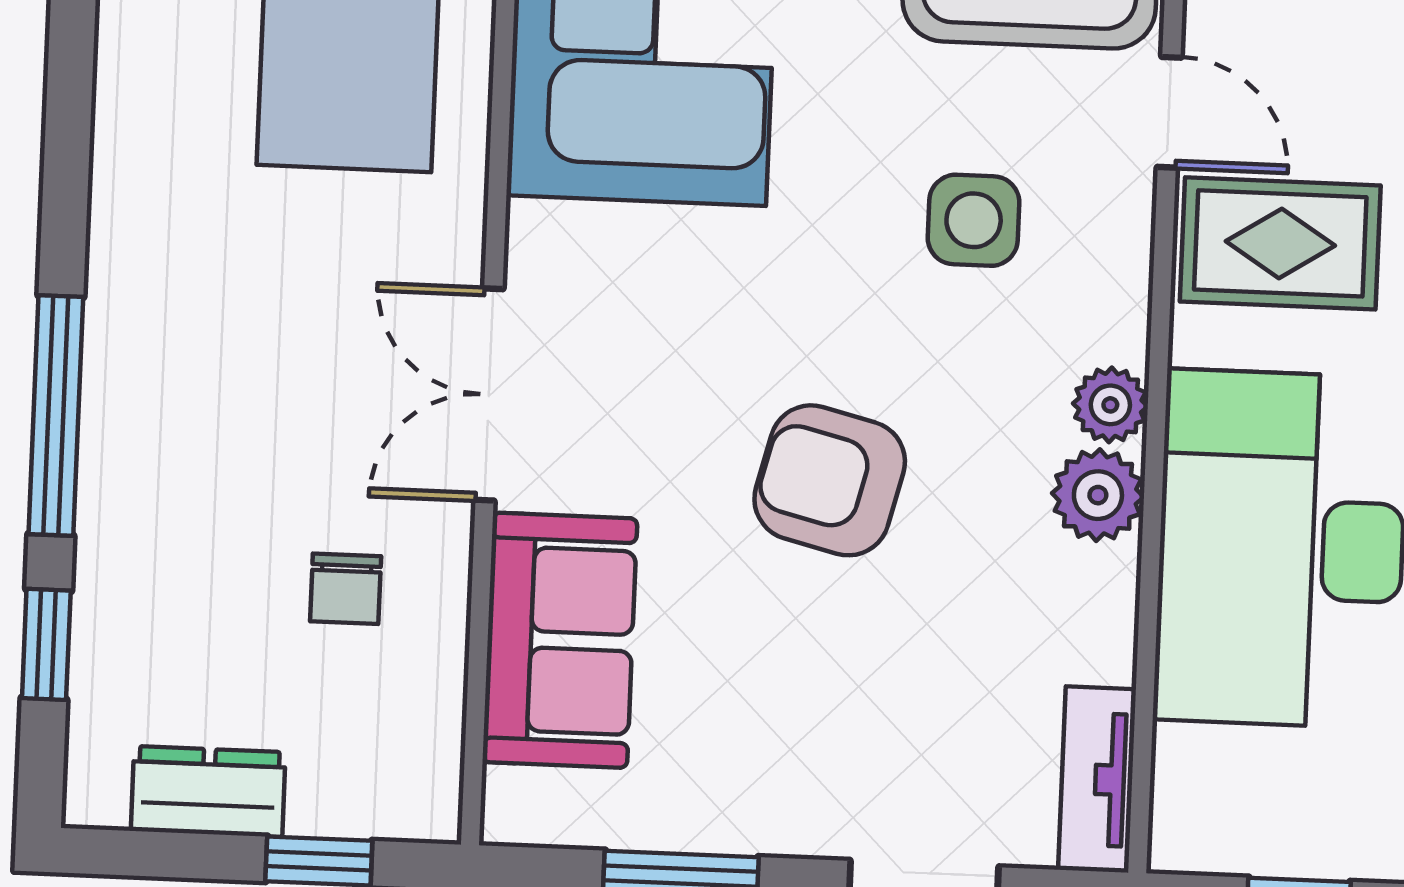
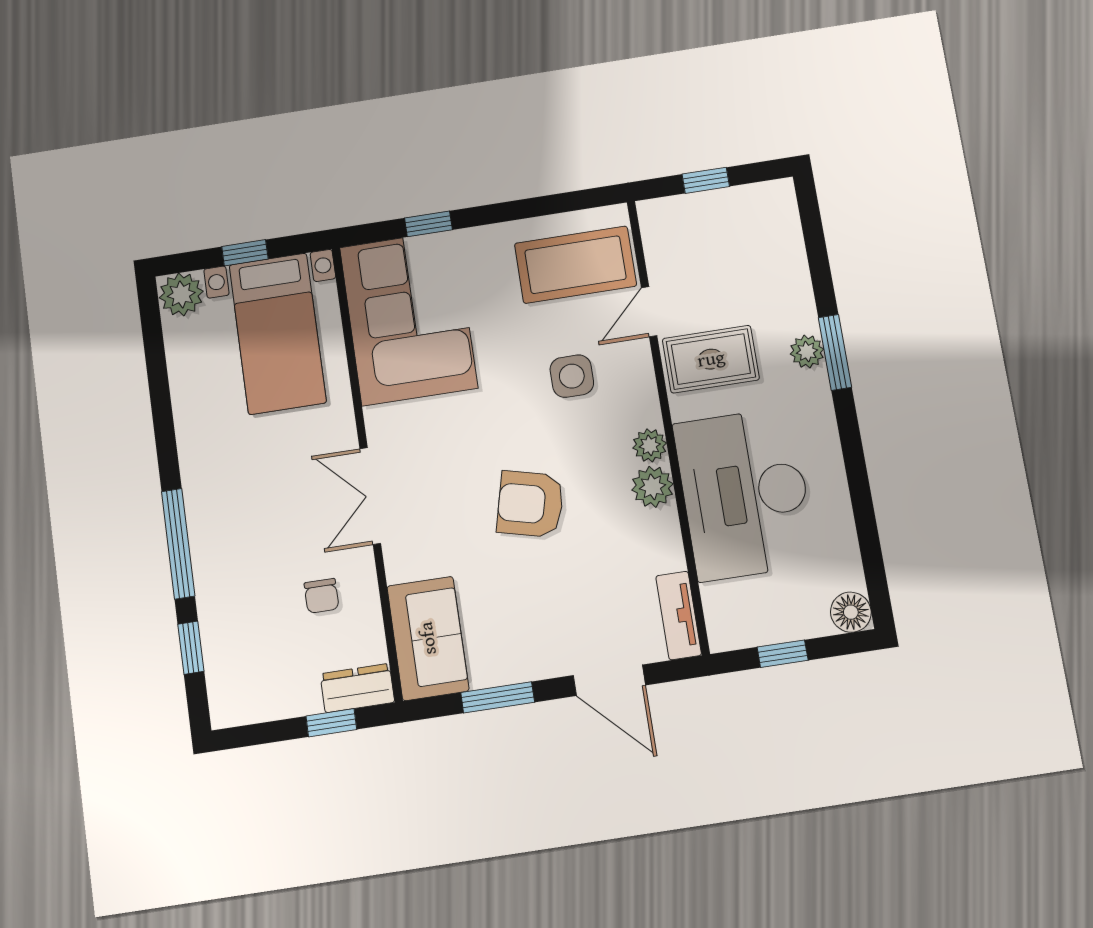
door: (1169, 112) -> (649, 312), swing flipped
sofa: (560, 640) -> (428, 638), moved
dresser: (208, 791) -> (357, 688), moved

